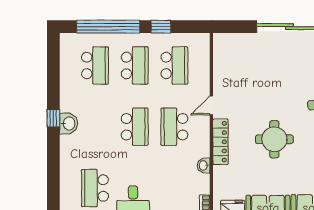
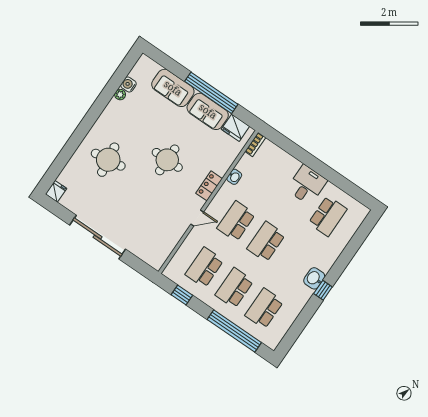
window: (161, 27) -> (182, 295), moved
school desk: (174, 127) -> (236, 221), turned 180
locker: (220, 142) -> (209, 186), width x0.66

